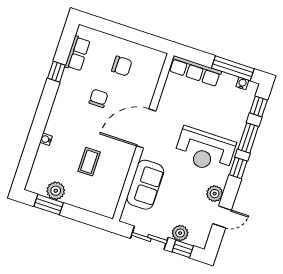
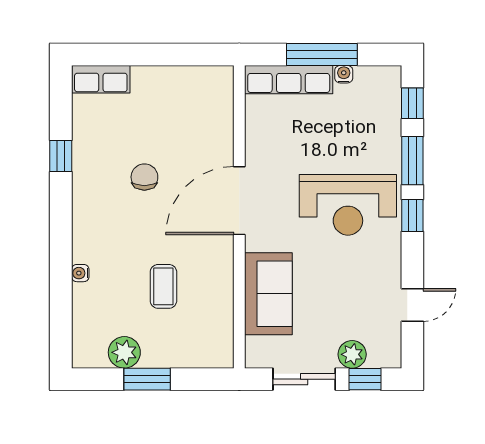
row of seats: (77, 54) -> (101, 79), moved, turned 90
chair: (122, 66) -> (165, 111), removed
window: (233, 68) -> (322, 54), moved
water cooler: (242, 83) -> (344, 74), moved
plant: (215, 194) -> (387, 271), removed
window: (49, 205) -> (147, 379), moved

